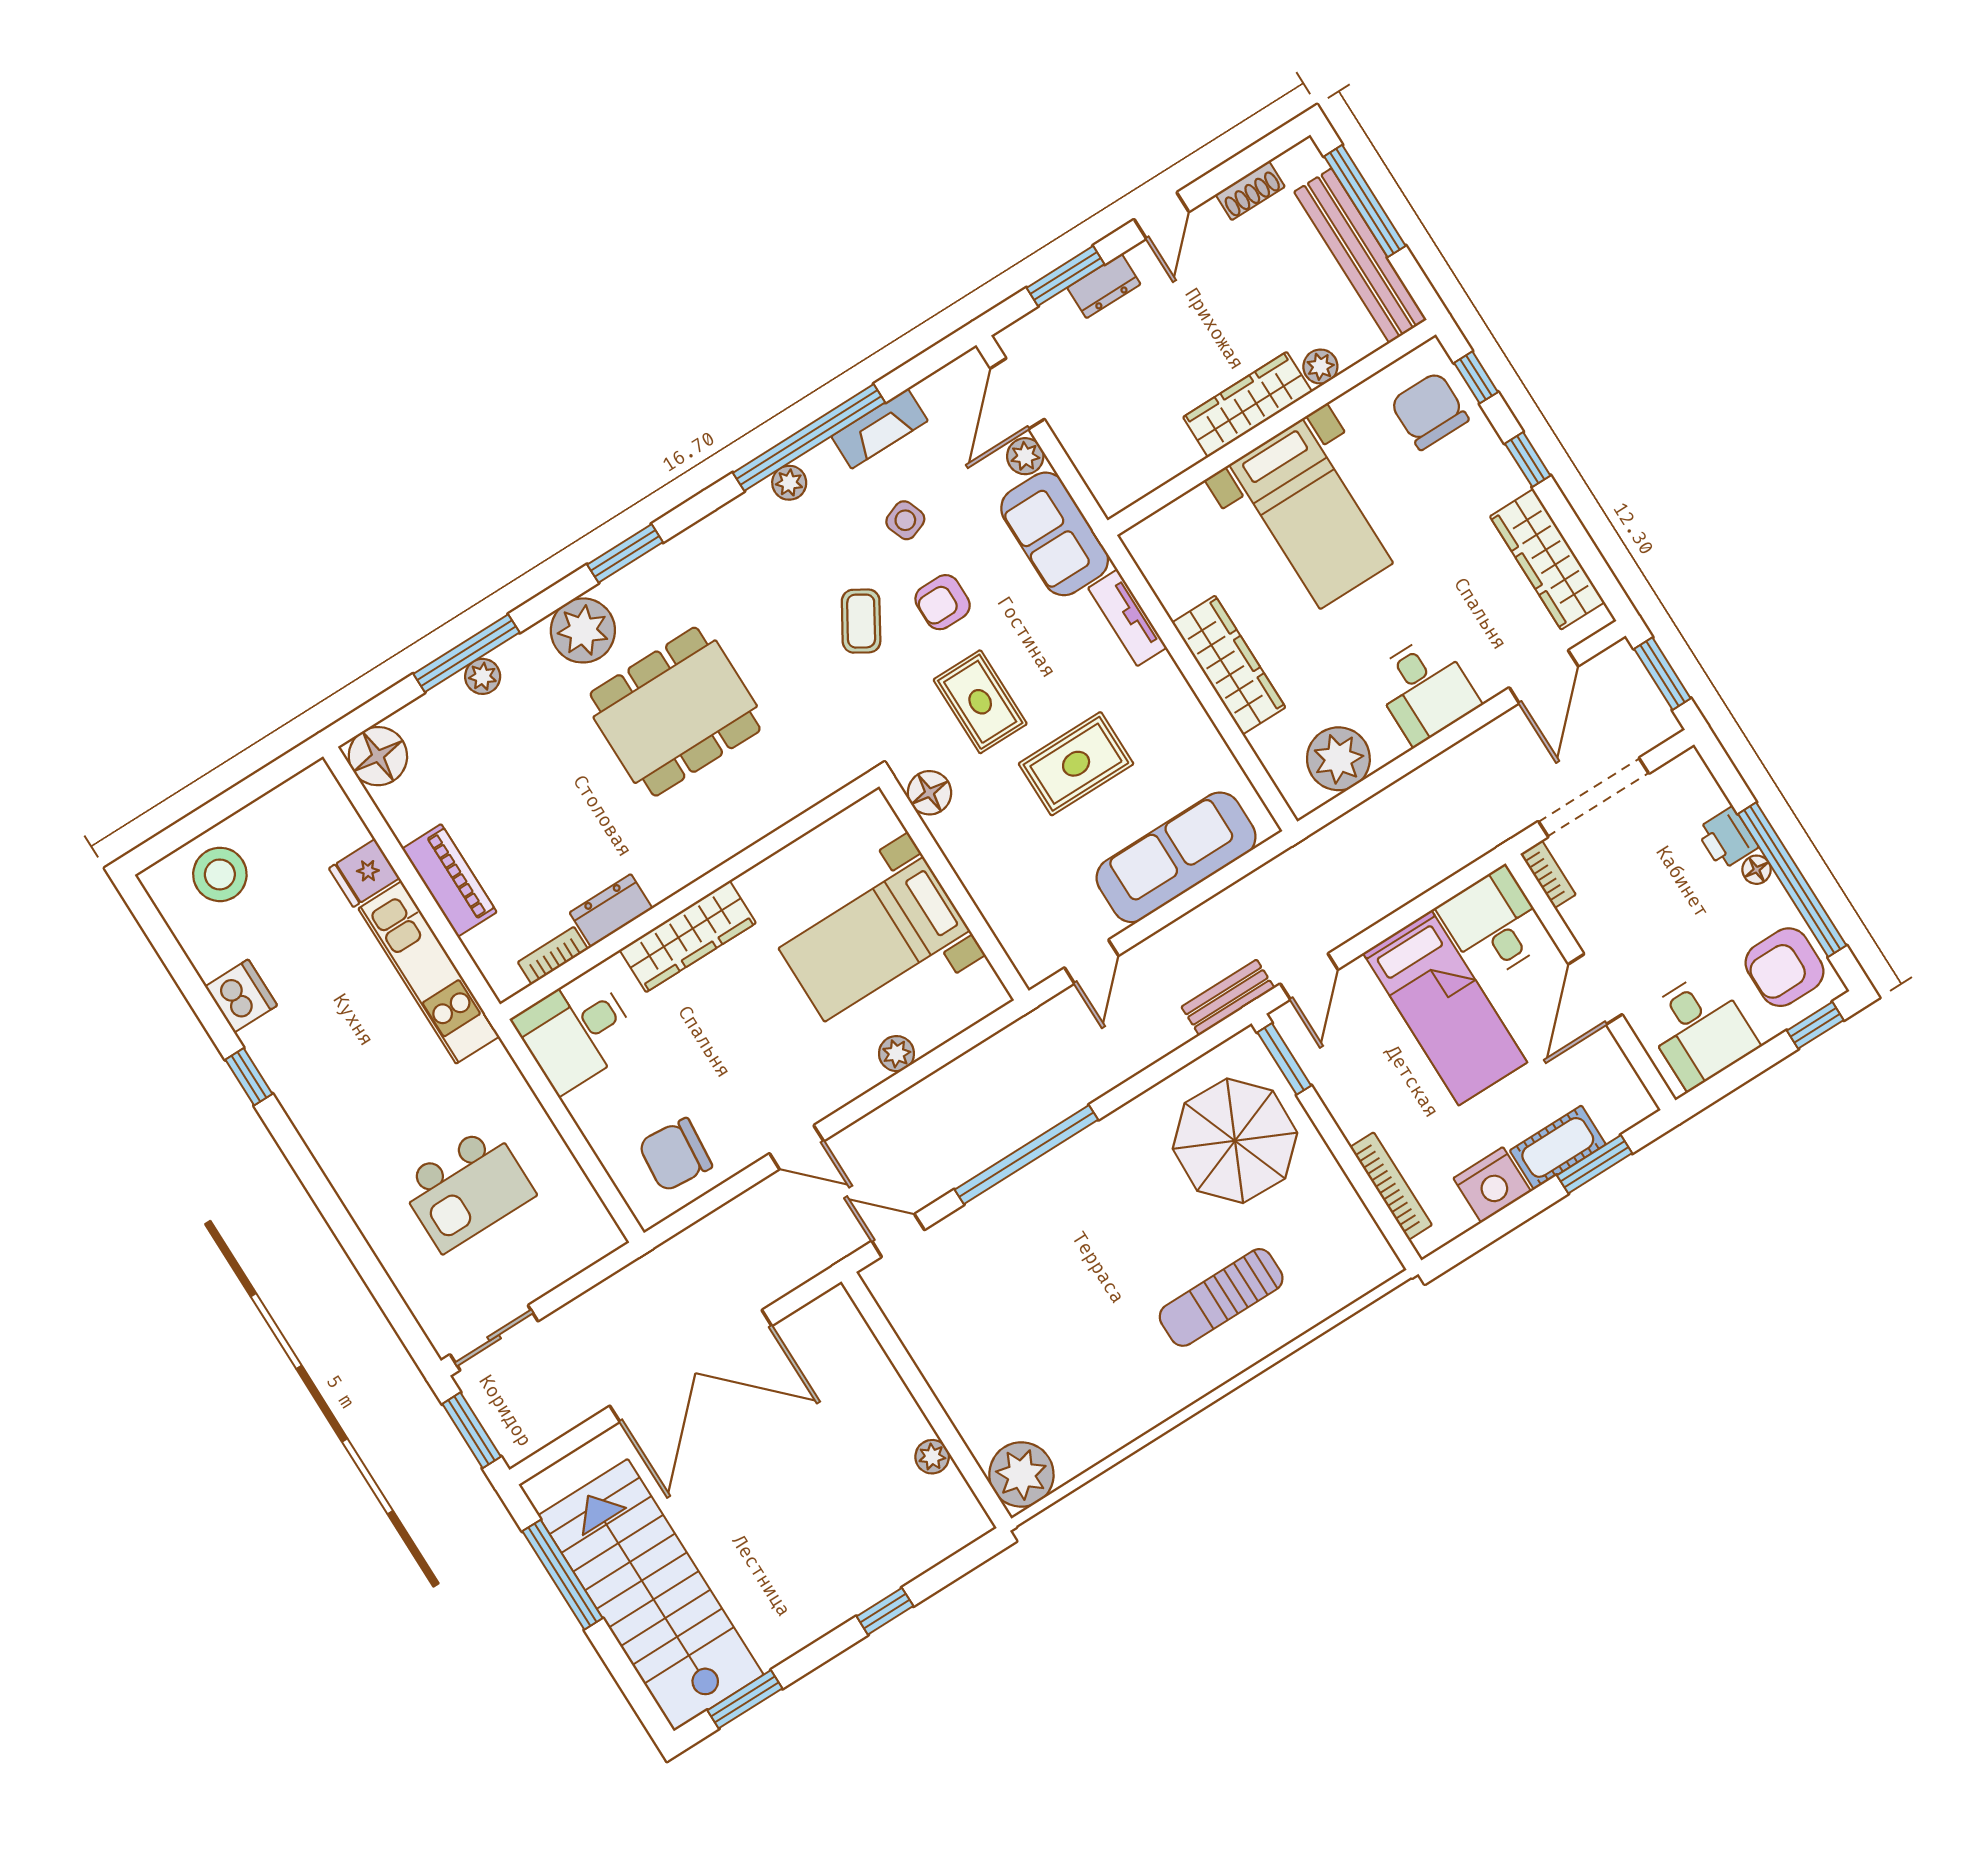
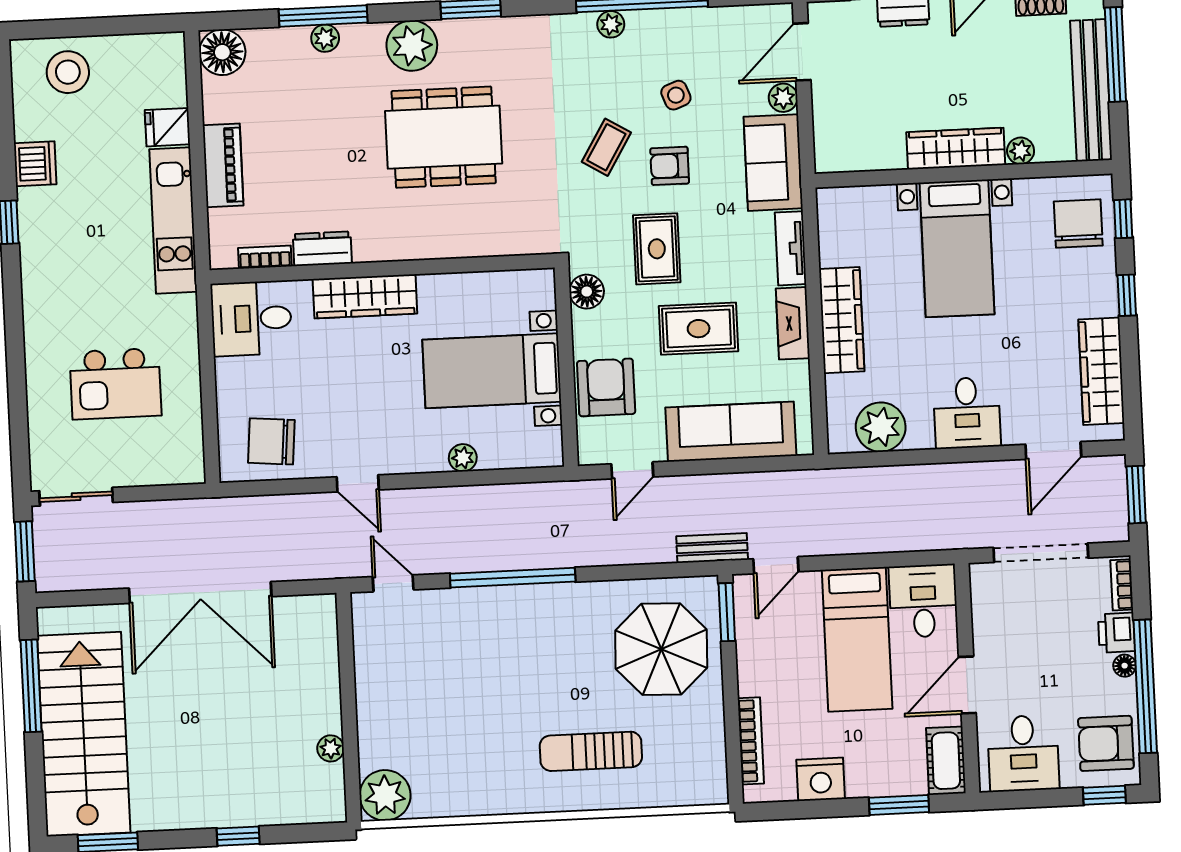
fireplace: (880, 429) -> (793, 323), moved, turned 90
bookcase: (1548, 874) -> (1122, 585), moved, turned 180
armchair: (1011, 886) -> (606, 387), added
cot: (1558, 1147) -> (946, 761), moved, turned 90

